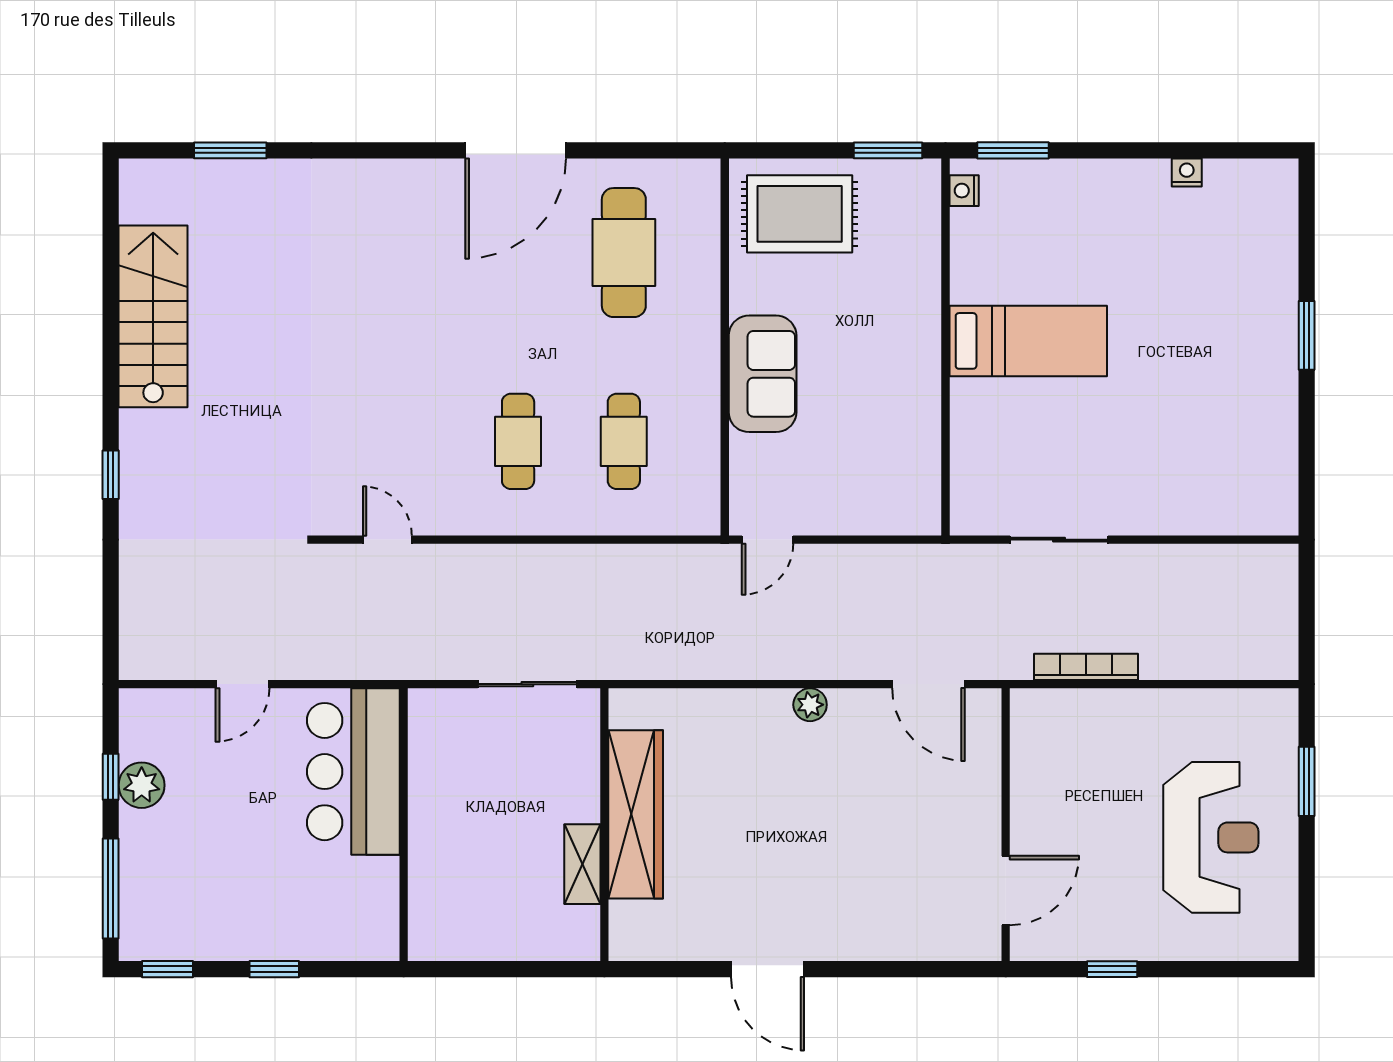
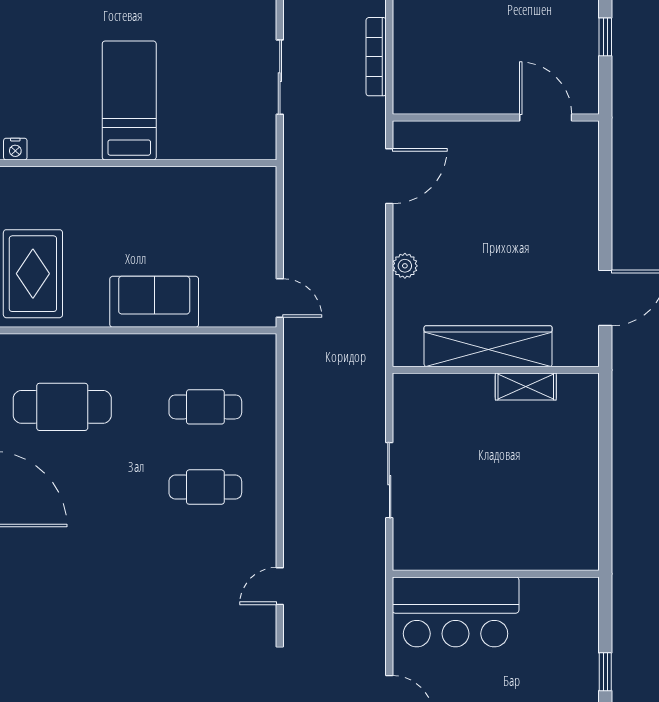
wardrobe: (636, 814) -> (488, 346), moved
wall: (604, 825) -> (496, 370), moved
shelving: (582, 864) -> (526, 387), moved

